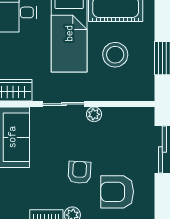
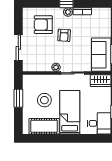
armchair: (117, 192) -> (43, 25), turned 180

